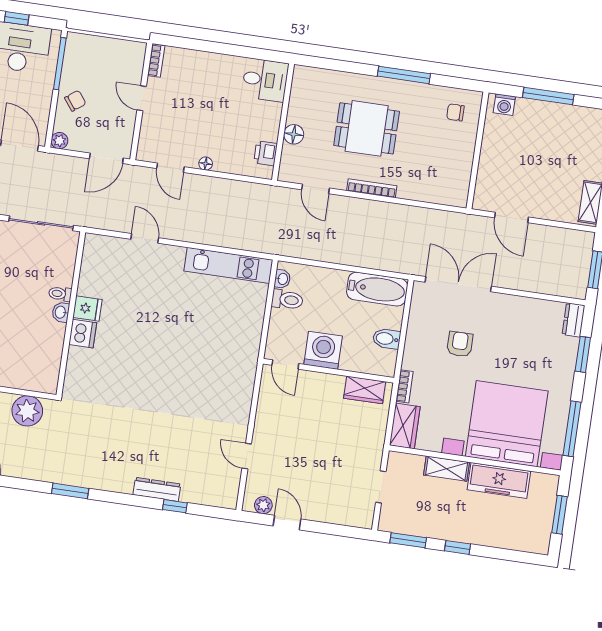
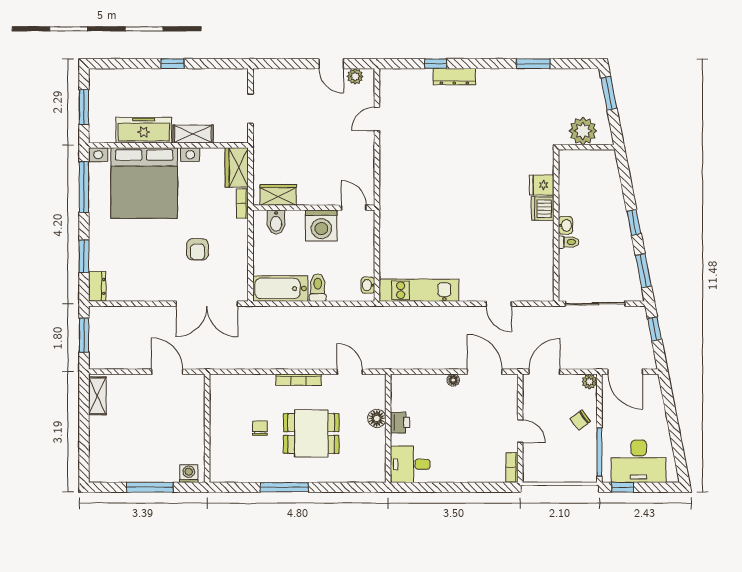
window: (17, 18) -> (623, 487), moved
chair: (455, 112) -> (260, 428), moved, turned -90
printer: (265, 153) -> (400, 423), moved
door: (170, 168) -> (485, 372), width x1.38
toilet: (287, 300) -> (318, 288), moved, turned 90
fridge: (87, 309) -> (542, 185), moved
bidet: (386, 339) -> (276, 222), moved, turned 90
door: (247, 456) -> (377, 119), swing flipped
window: (408, 540) -> (219, 64), removed

